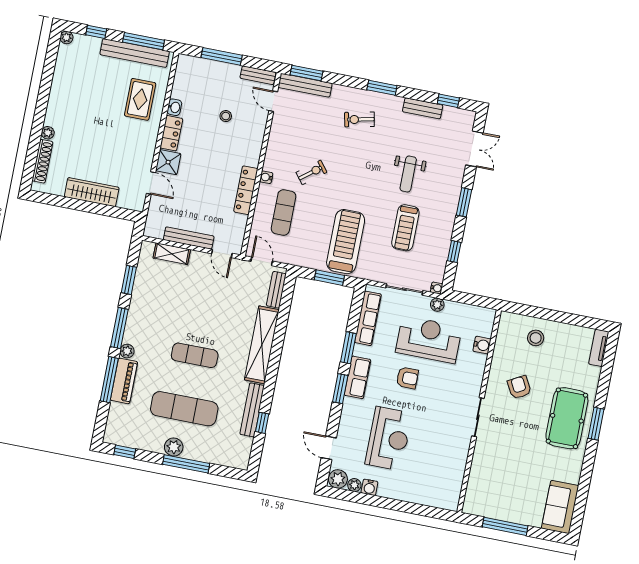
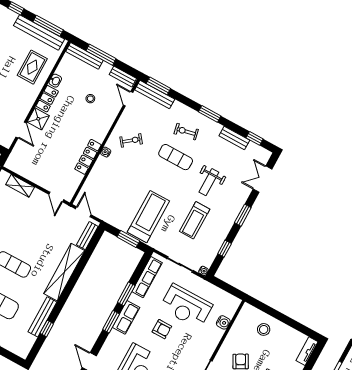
double door: (474, 149) -> (262, 179), swing flipped
exercise bike: (311, 172) -> (131, 140), moved
exercise mat: (284, 213) -> (176, 157), moved, turned 90
bench: (189, 238) -> (84, 56), moved
plant: (437, 305) -> (200, 283), removed
reception desk: (429, 340) -> (186, 306), turned 180

